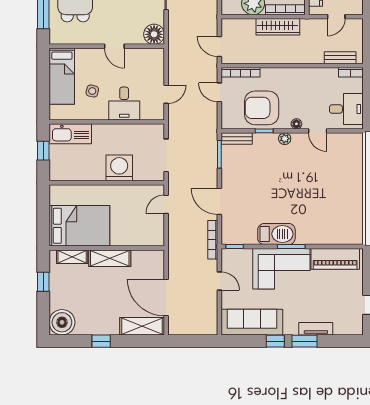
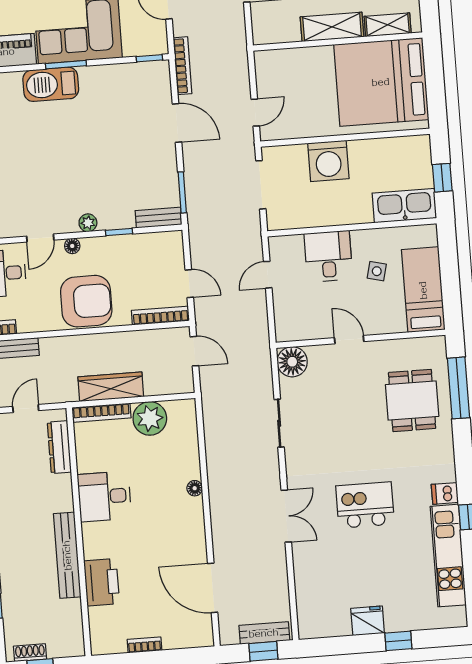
armchair: (262, 108) -> (86, 301), moved
door: (318, 131) -> (40, 238), swing flipped
bed: (79, 226) -> (381, 82), width x1.36
barbecue: (276, 234) -> (51, 84), moved

